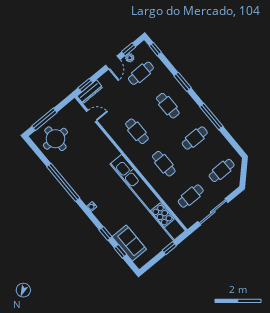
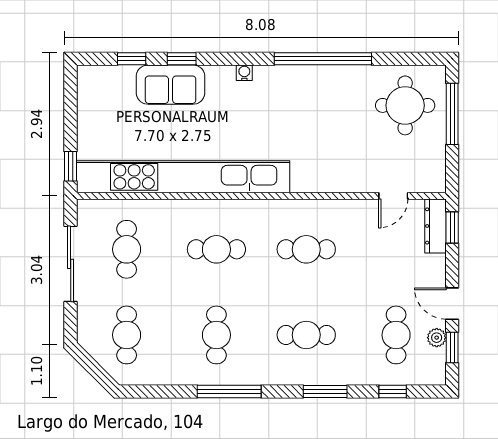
window: (155, 49) -> (393, 392), moved
sofa: (129, 243) -> (171, 85), moved
window: (169, 248) -> (71, 166), moved

